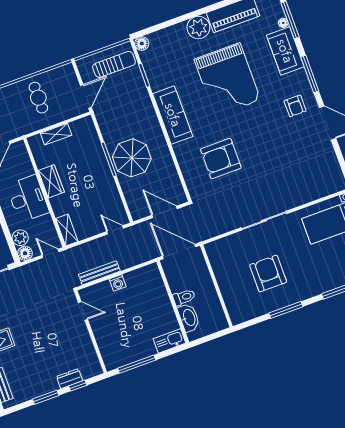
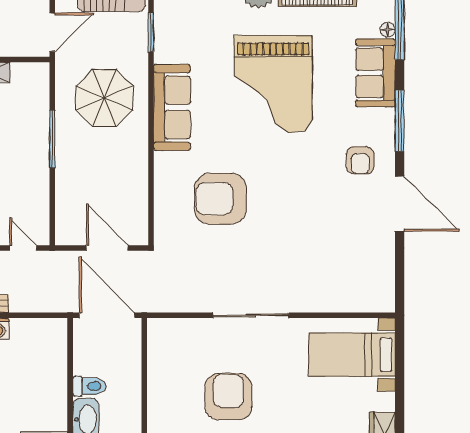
parasol: (132, 158) -> (104, 98), moved

